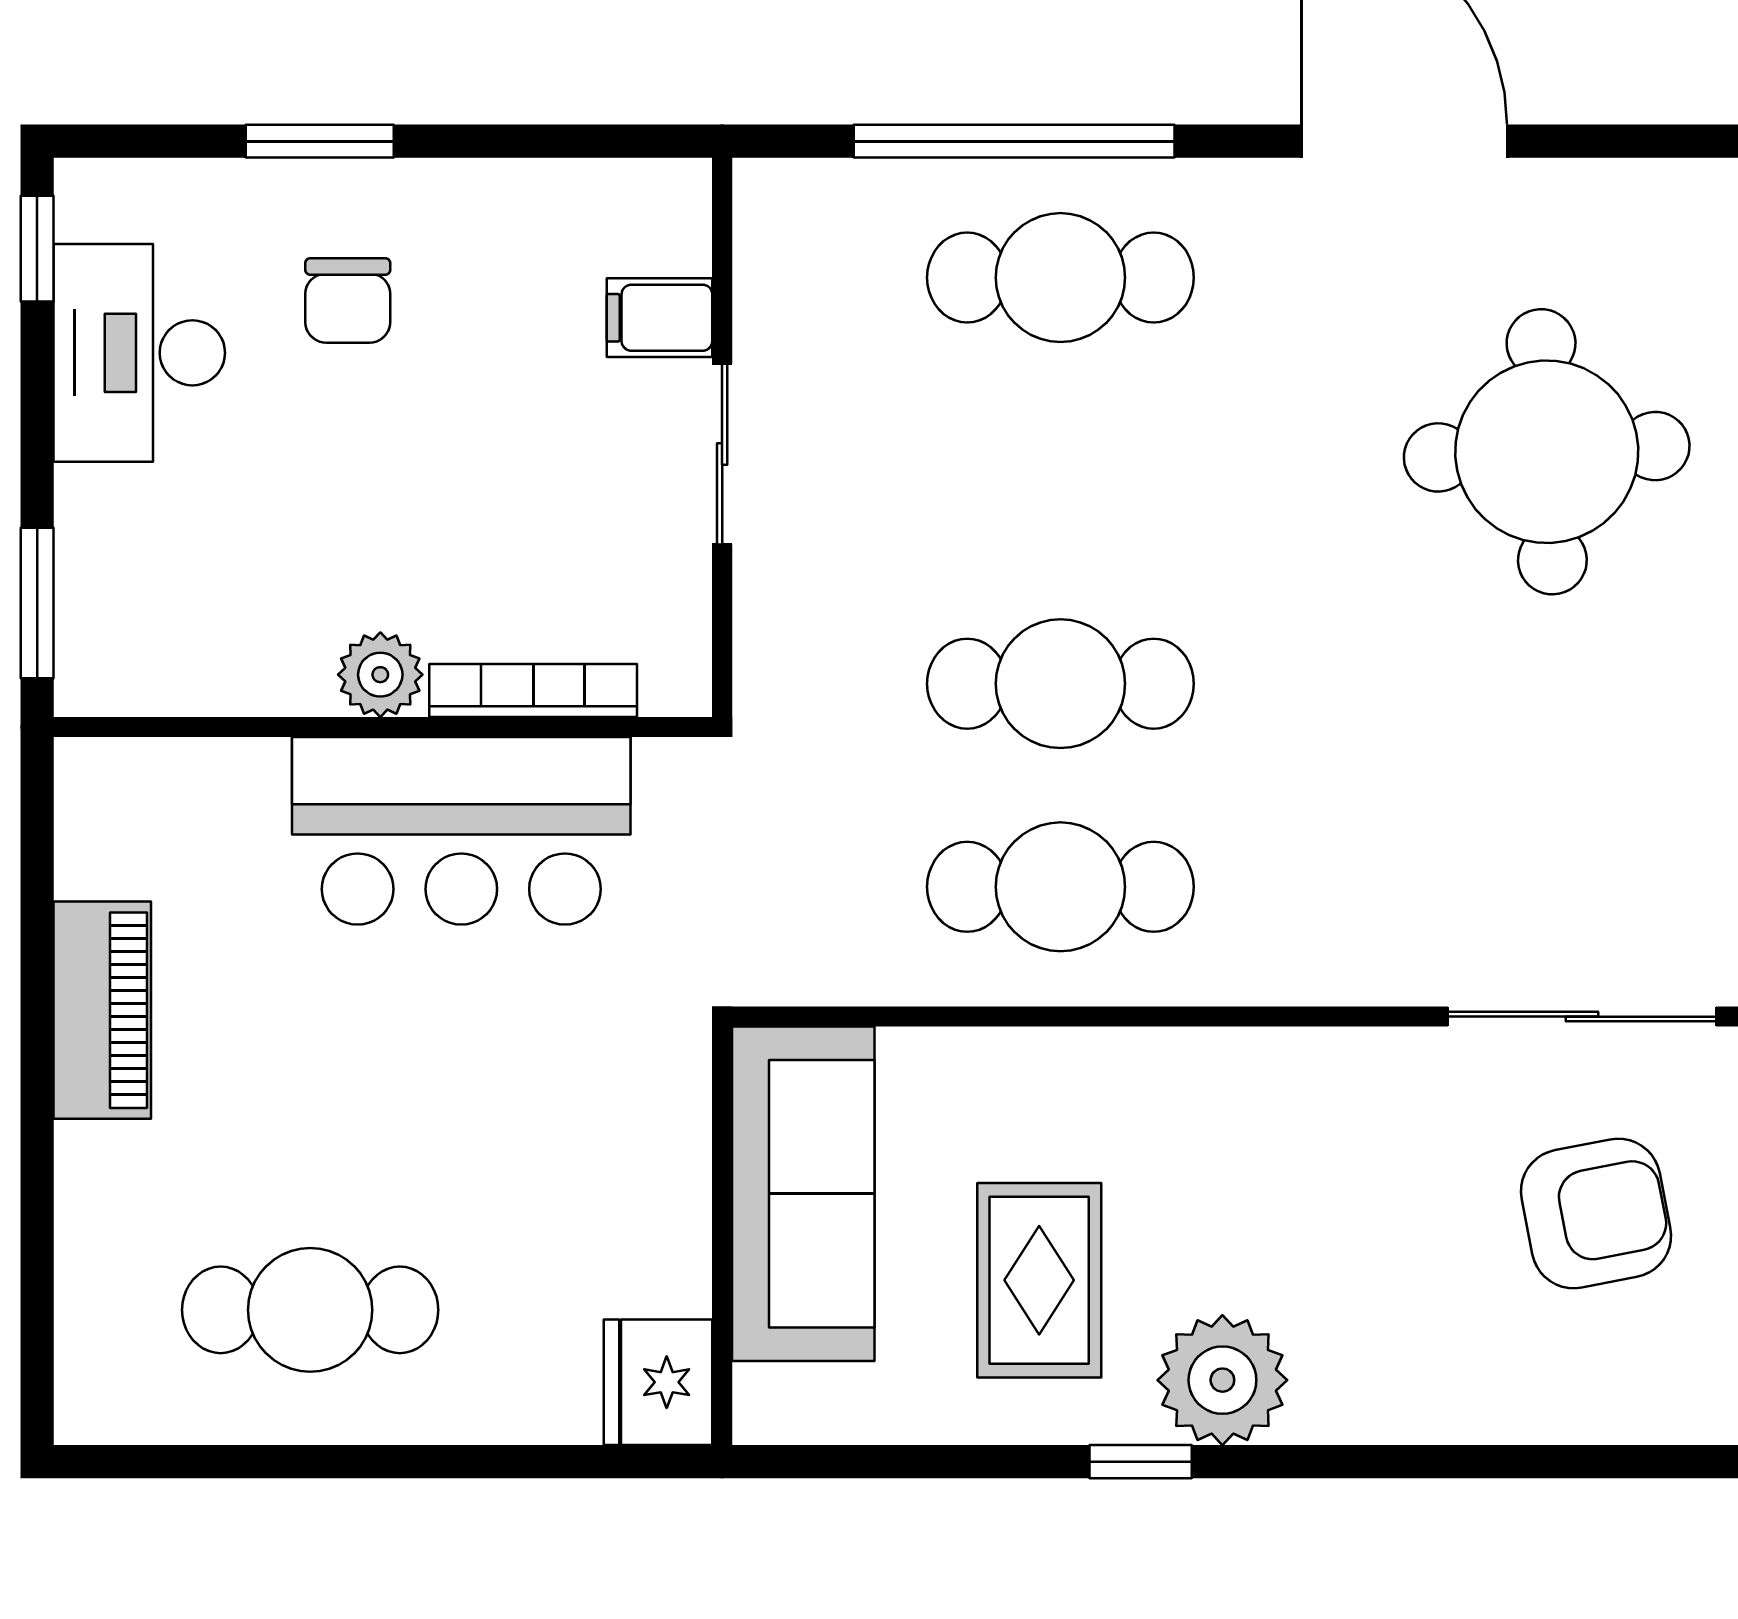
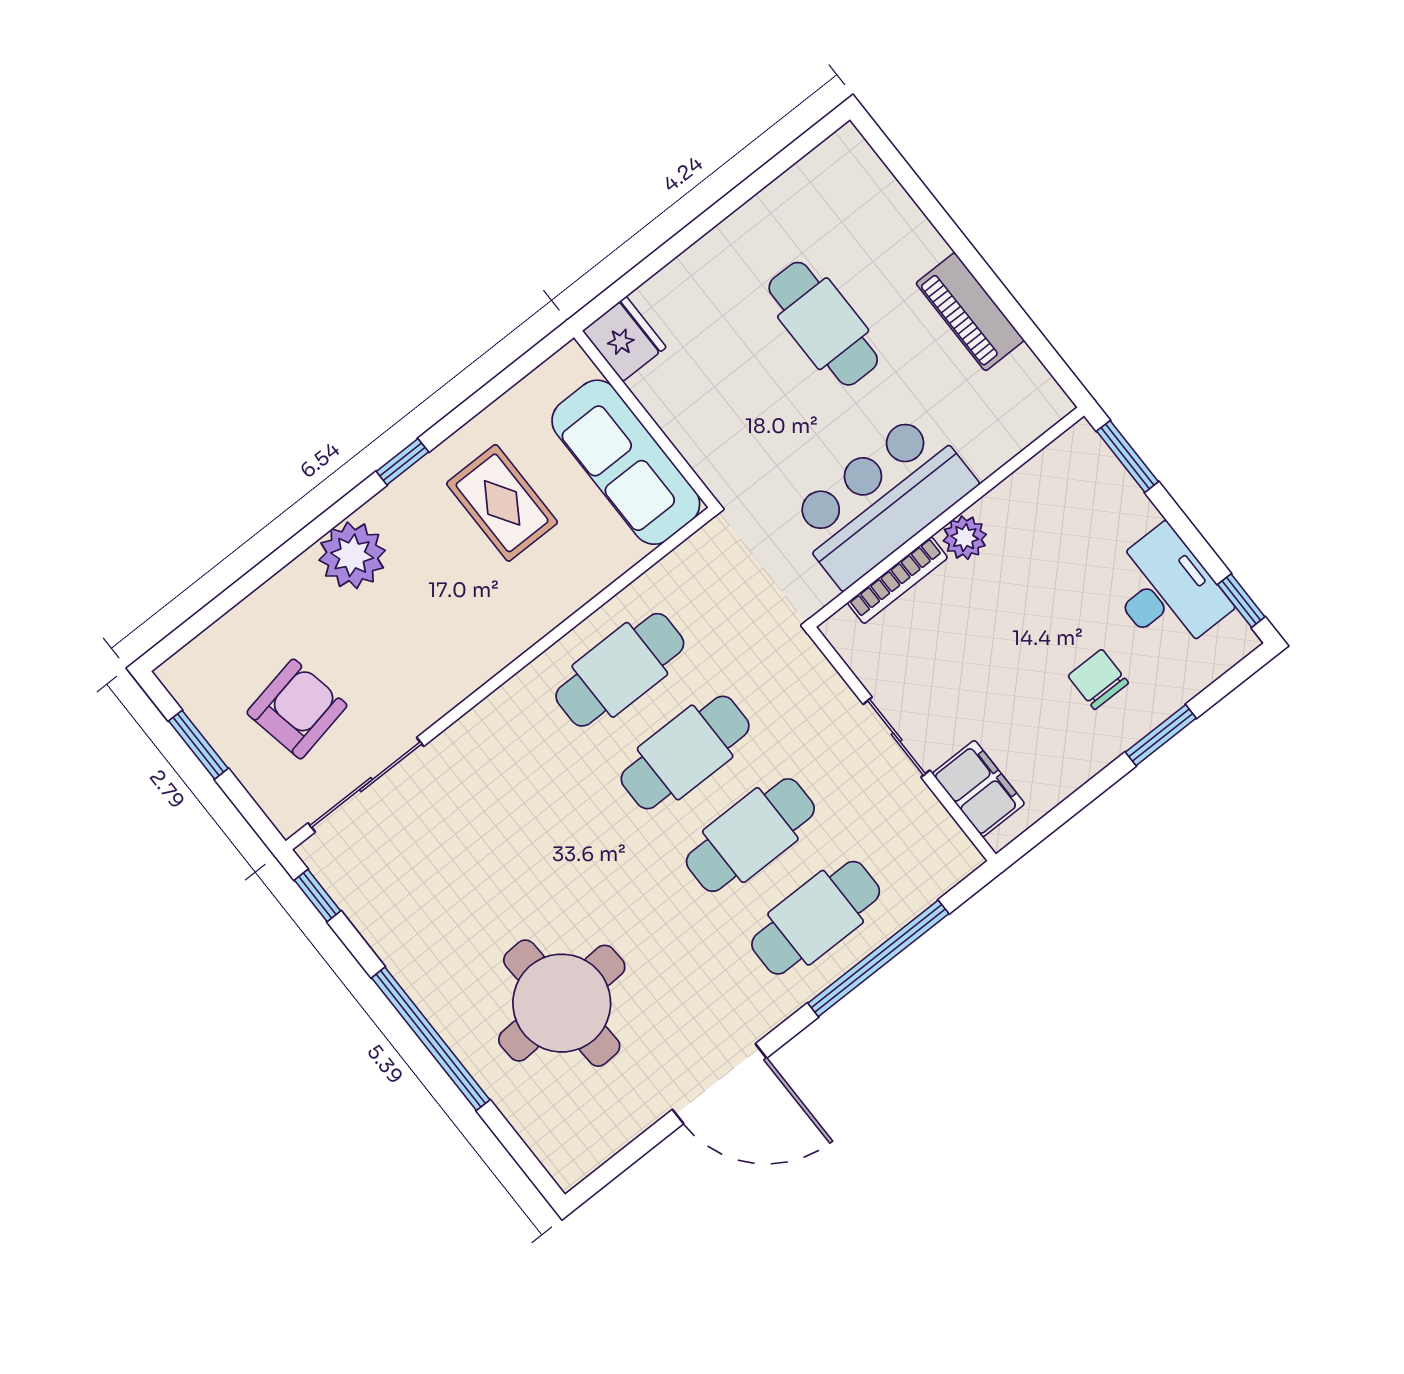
filing cabinet: (660, 318) -> (978, 789), width x2.00
cafe table: (1060, 481) -> (750, 835), added
armchair: (1596, 1213) -> (297, 709), turned 180
cafe table: (310, 1310) -> (823, 324), moved, turned 90
plant: (1222, 1380) -> (352, 555), moved

